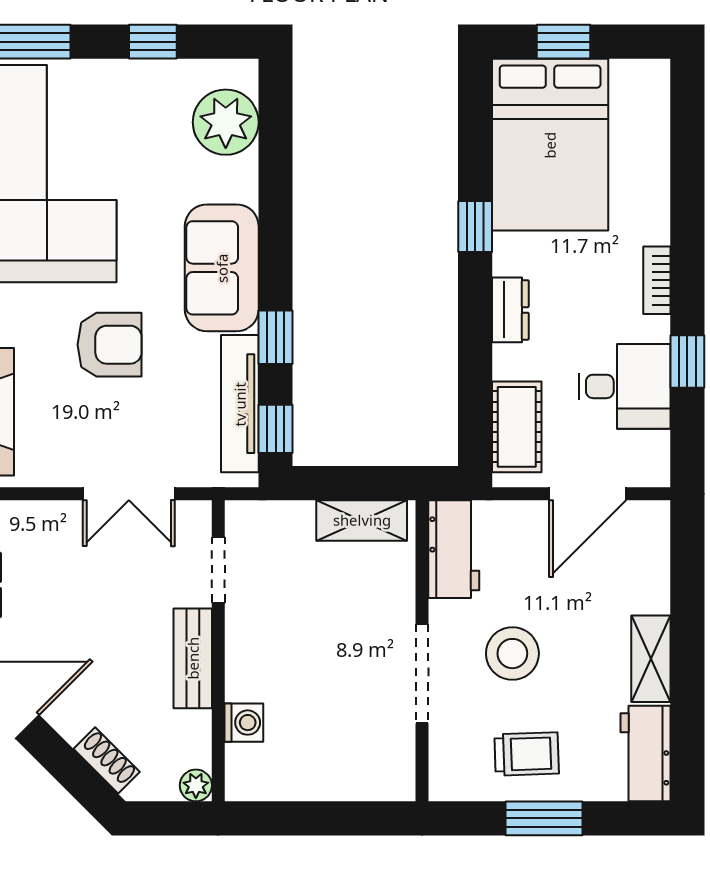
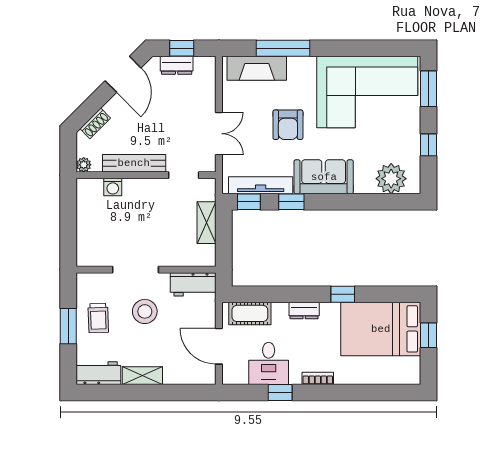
double door: (129, 494) -> (219, 134), swing flipped
shelving: (362, 520) -> (206, 223), moved
bench: (193, 658) -> (134, 163), width x1.36

